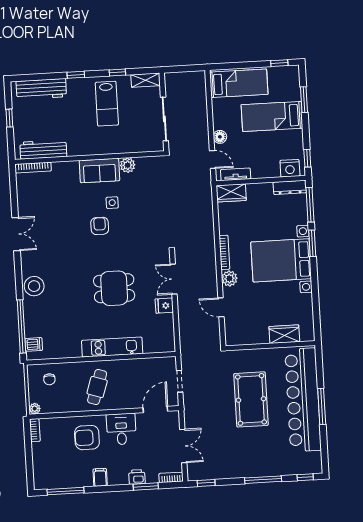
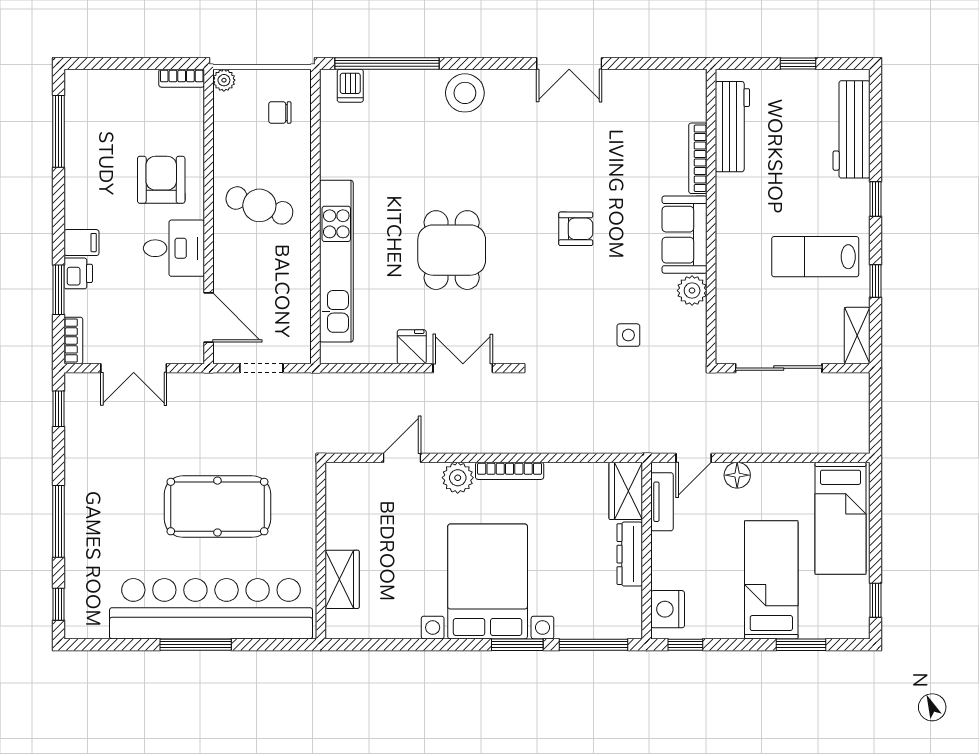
bookcase: (33, 168) -> (698, 158), moved
dresser: (290, 187) -> (630, 554), moved
side table: (112, 203) -> (628, 335), moved
kitchen unit: (112, 347) -> (336, 261), width x1.36
filing cabinet: (100, 477) -> (81, 243), moved

